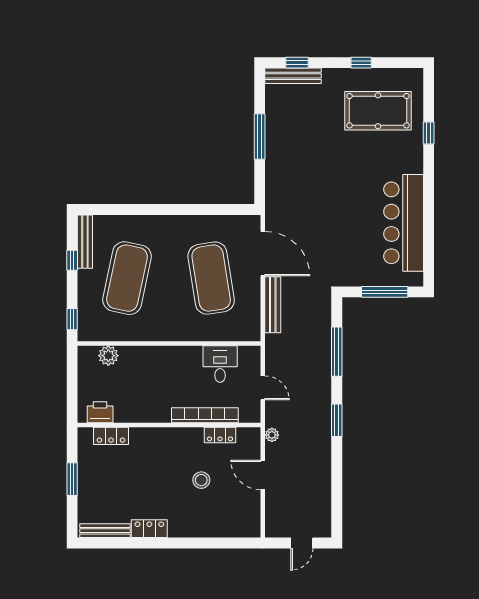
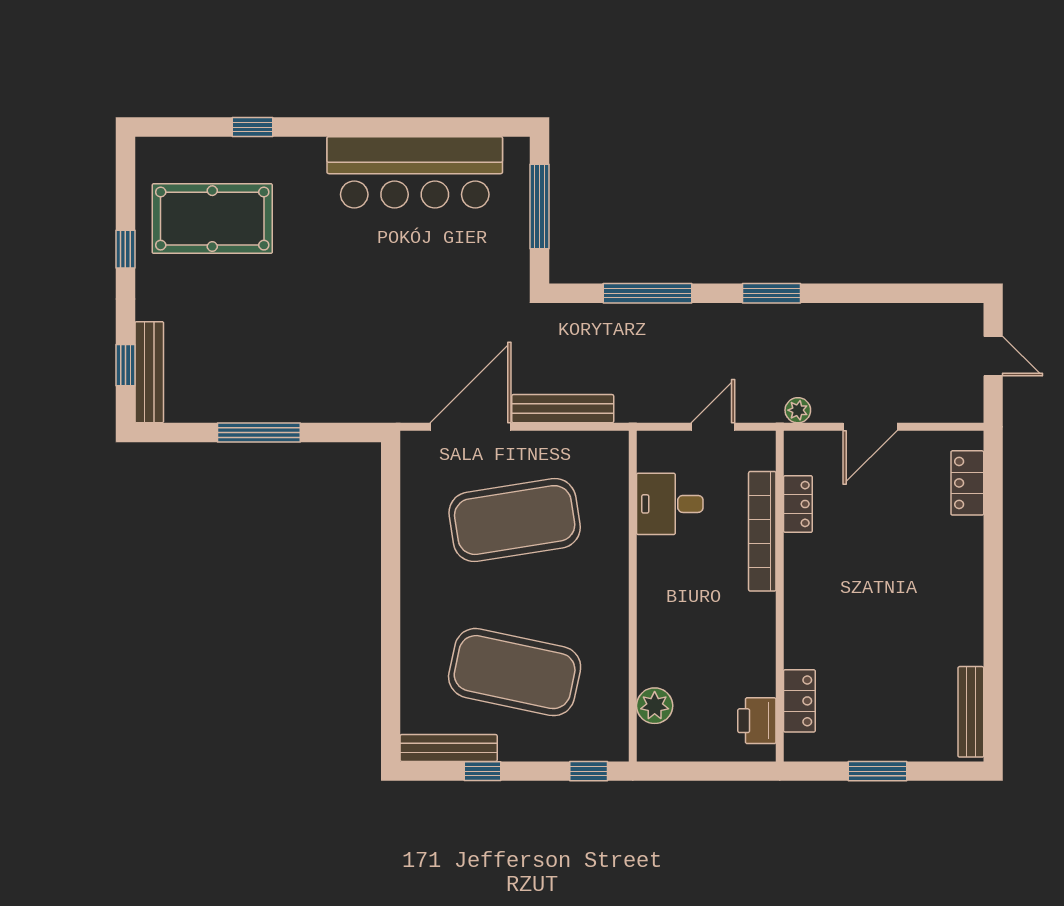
pool table: (378, 111) -> (212, 219), turned 90
stool: (201, 480) -> (879, 538), removed
locker: (149, 529) -> (967, 483), moved

